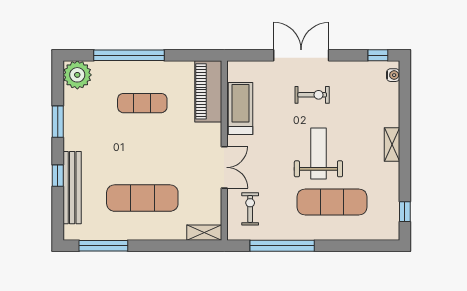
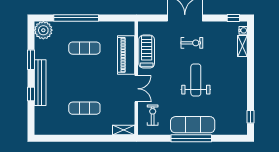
piano: (208, 91) -> (126, 55), moved
shelving: (392, 145) -> (242, 46), moved
bench: (72, 188) -> (40, 83), moved
exercise mat: (142, 198) -> (84, 108), width x0.73, depth x0.69
exercise mat: (332, 202) -> (193, 125), moved
window: (103, 246) -> (60, 138), removed
window: (282, 246) -> (191, 138), moved

